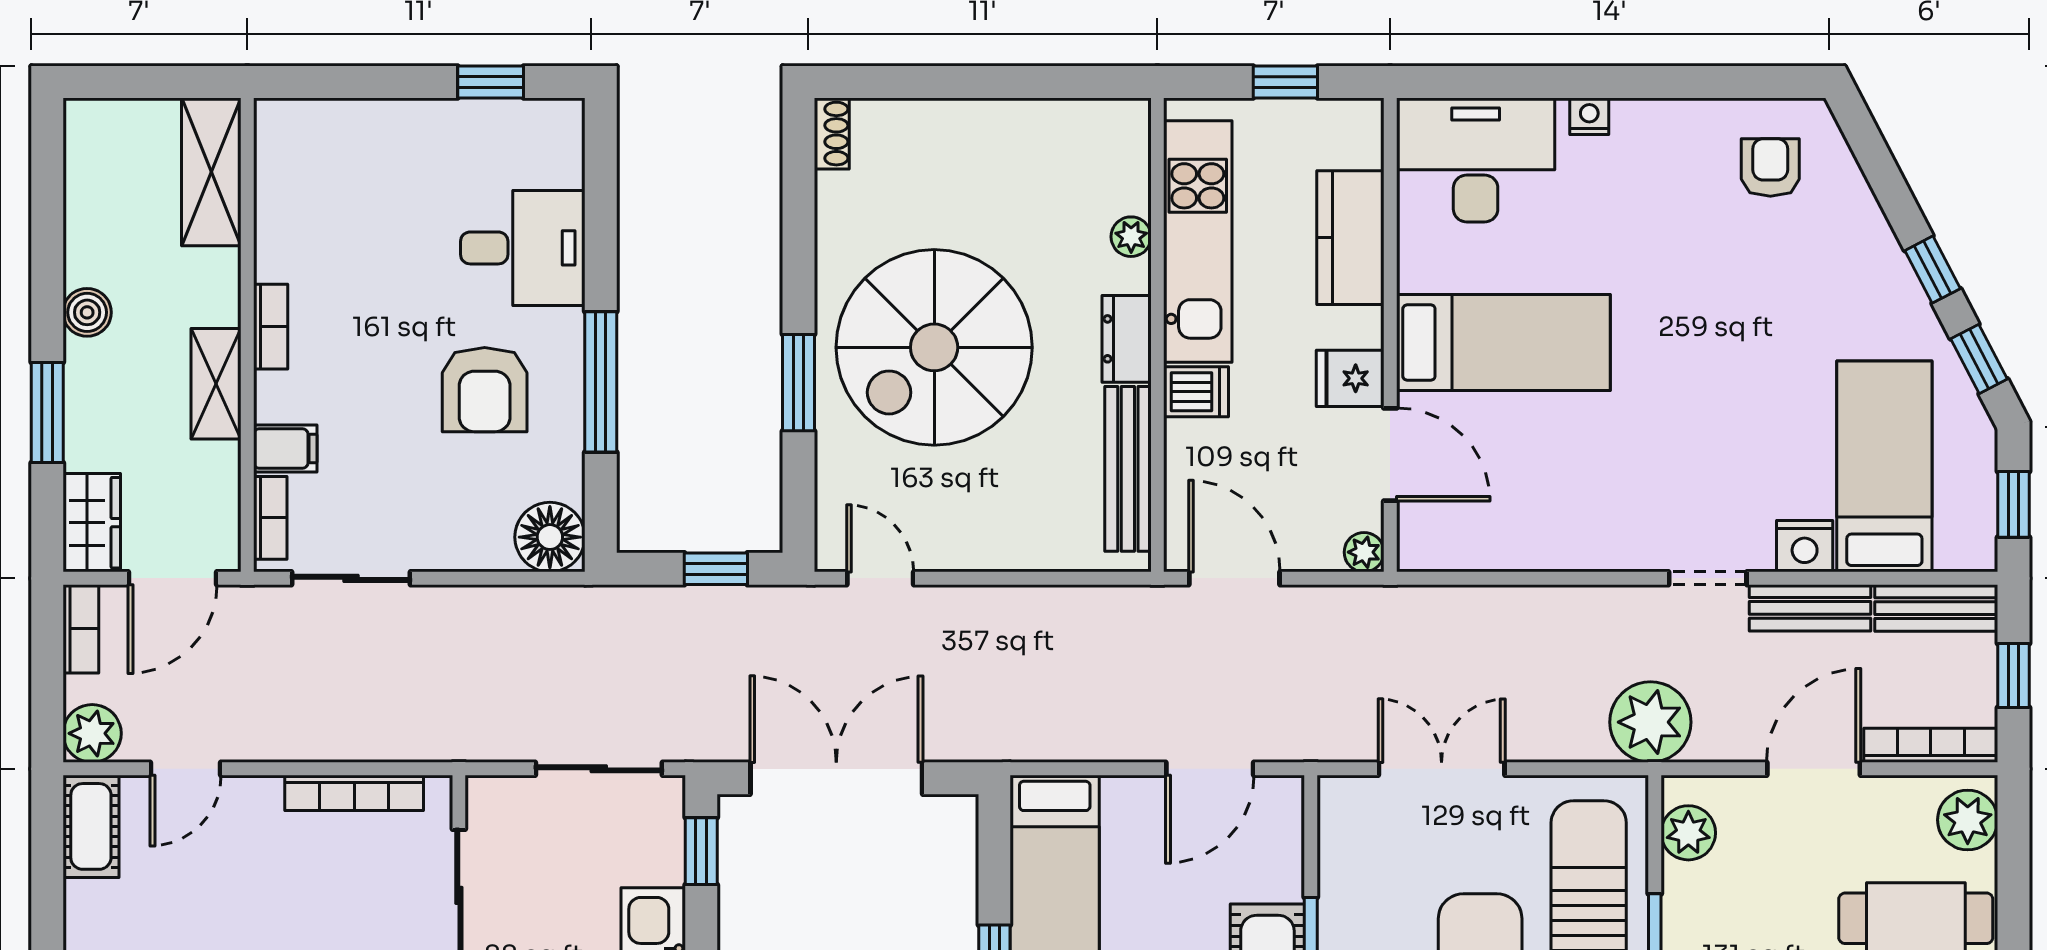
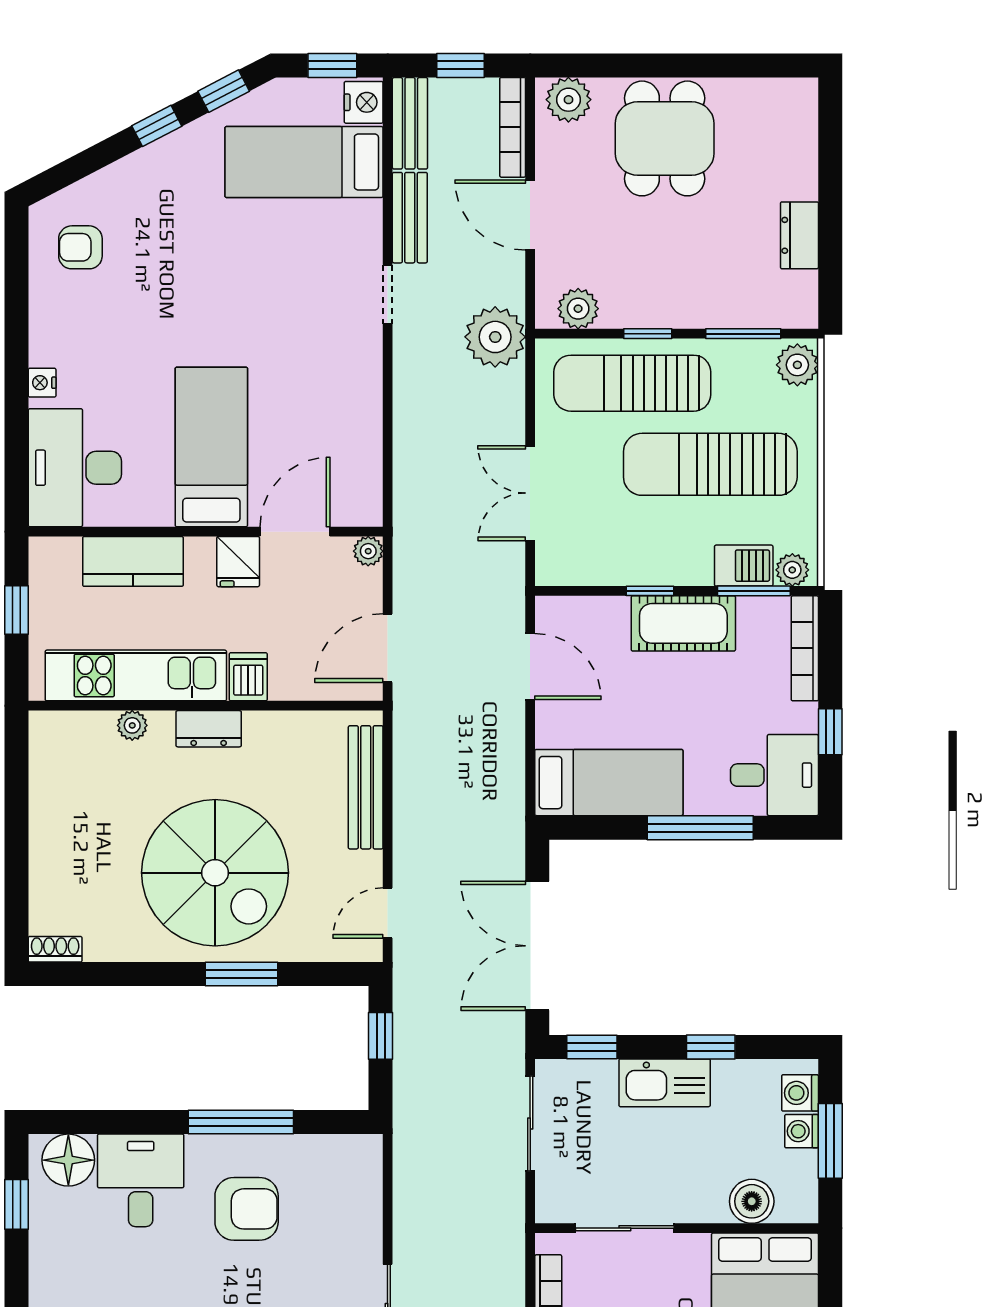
bench: (1128, 469) -> (366, 787), moved, turned 90
floor lamp: (550, 537) -> (68, 1160), moved
nightstand: (1805, 546) -> (364, 102), moved

